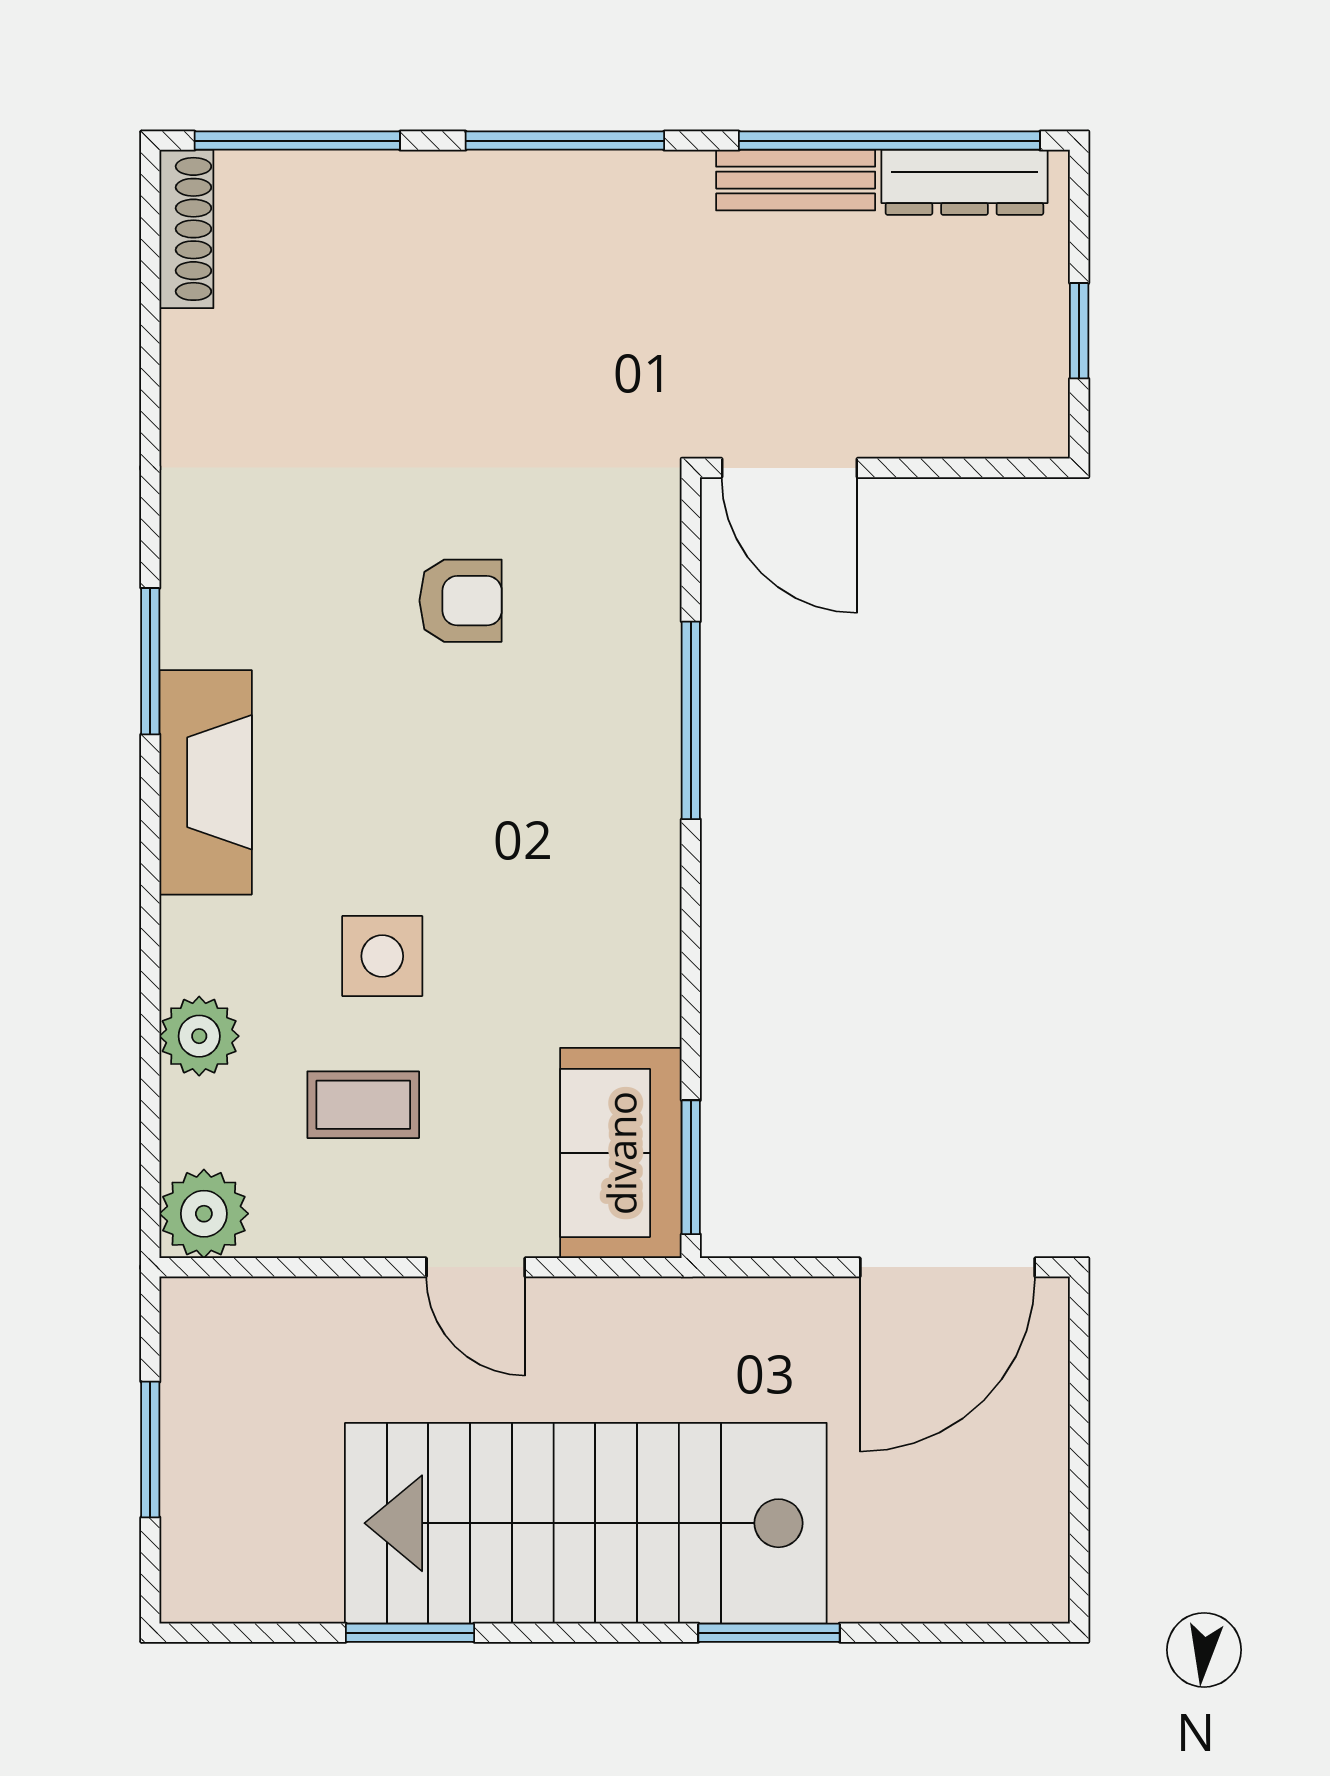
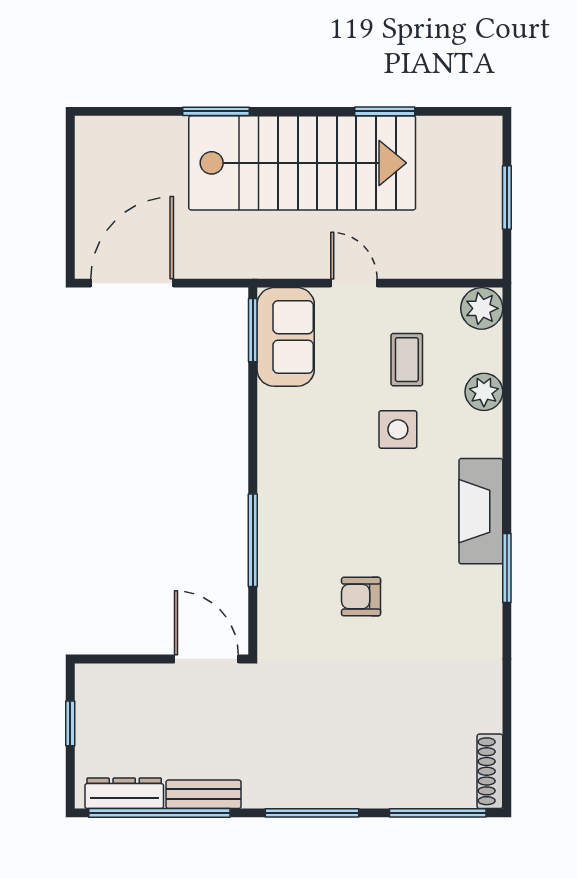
coffee table: (363, 1105) -> (407, 360), turned 90

